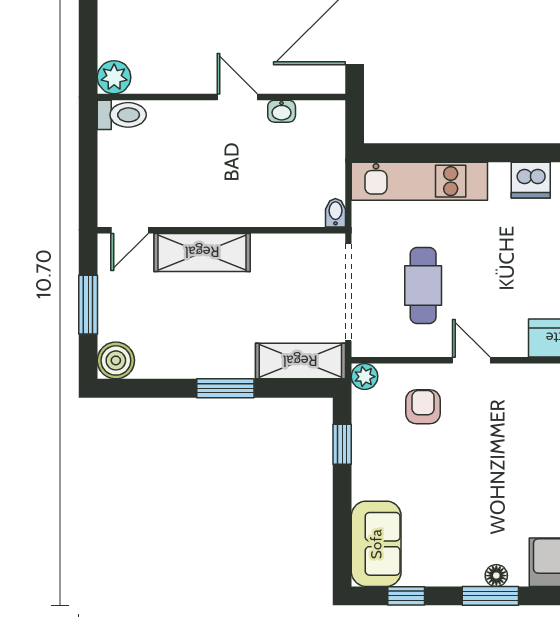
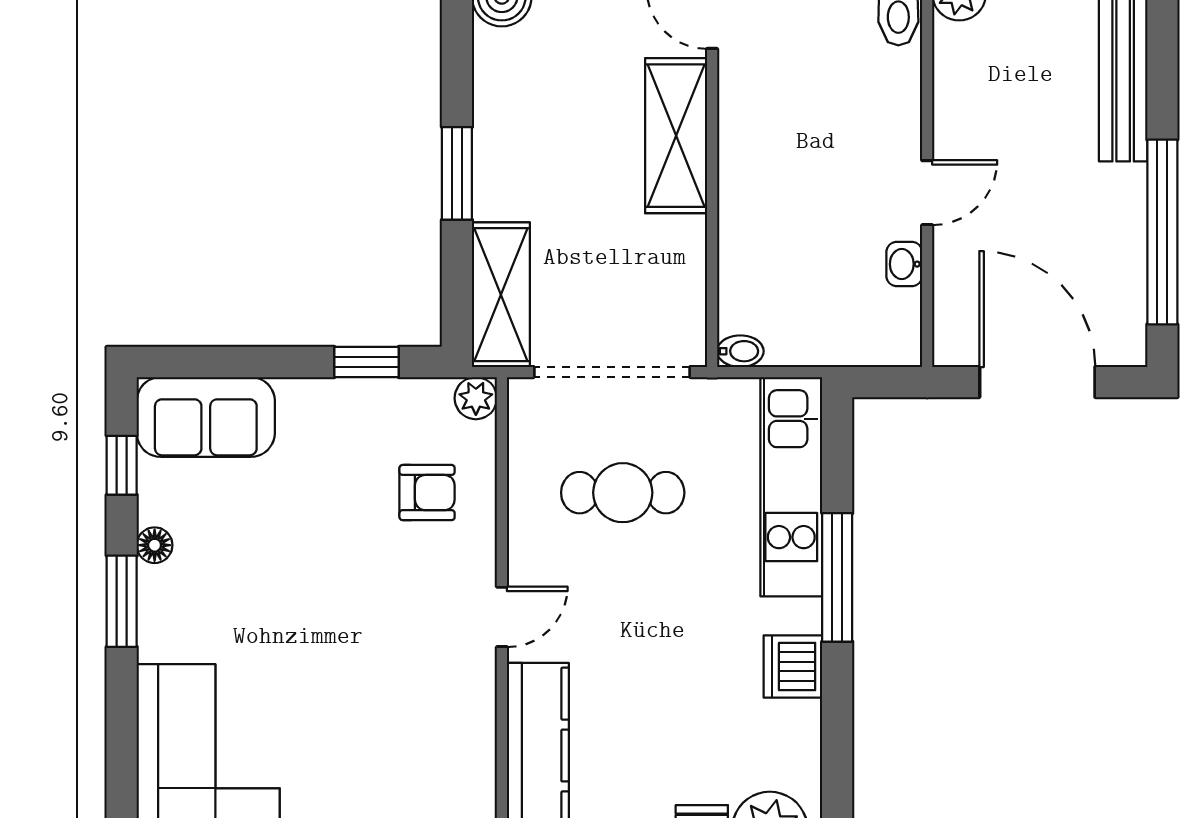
window: (476, 153) -> (837, 577), added
door: (471, 360) -> (502, 617), moved
floor lamp: (496, 576) -> (155, 545), moved

